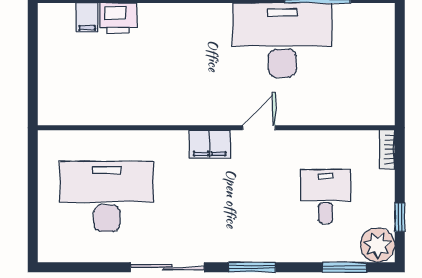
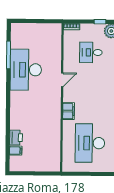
door: (259, 128) -> (62, 80), swing flipped
filing cabinet: (210, 144) -> (69, 111), moved

